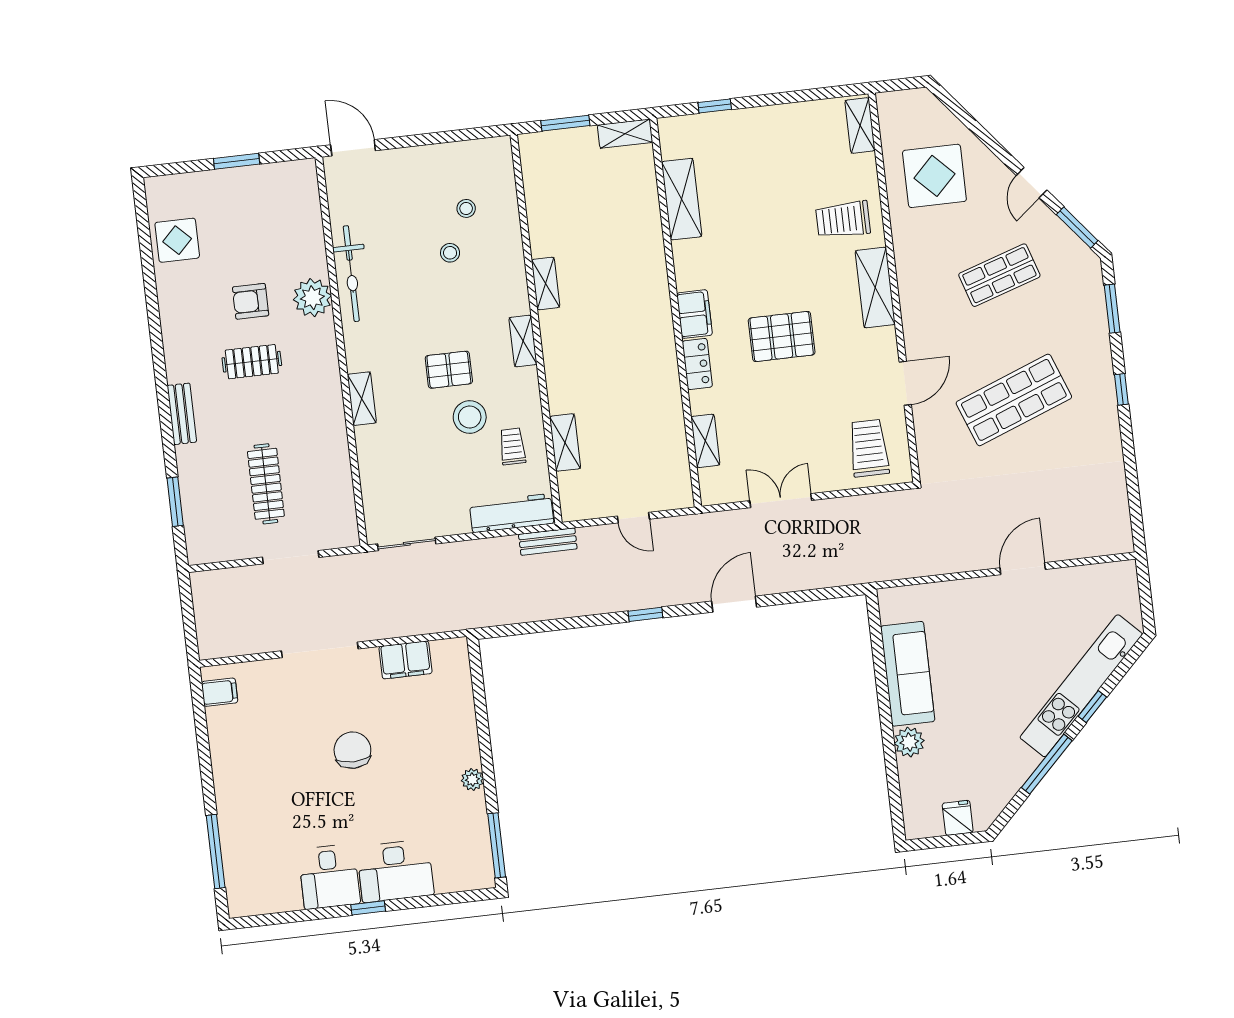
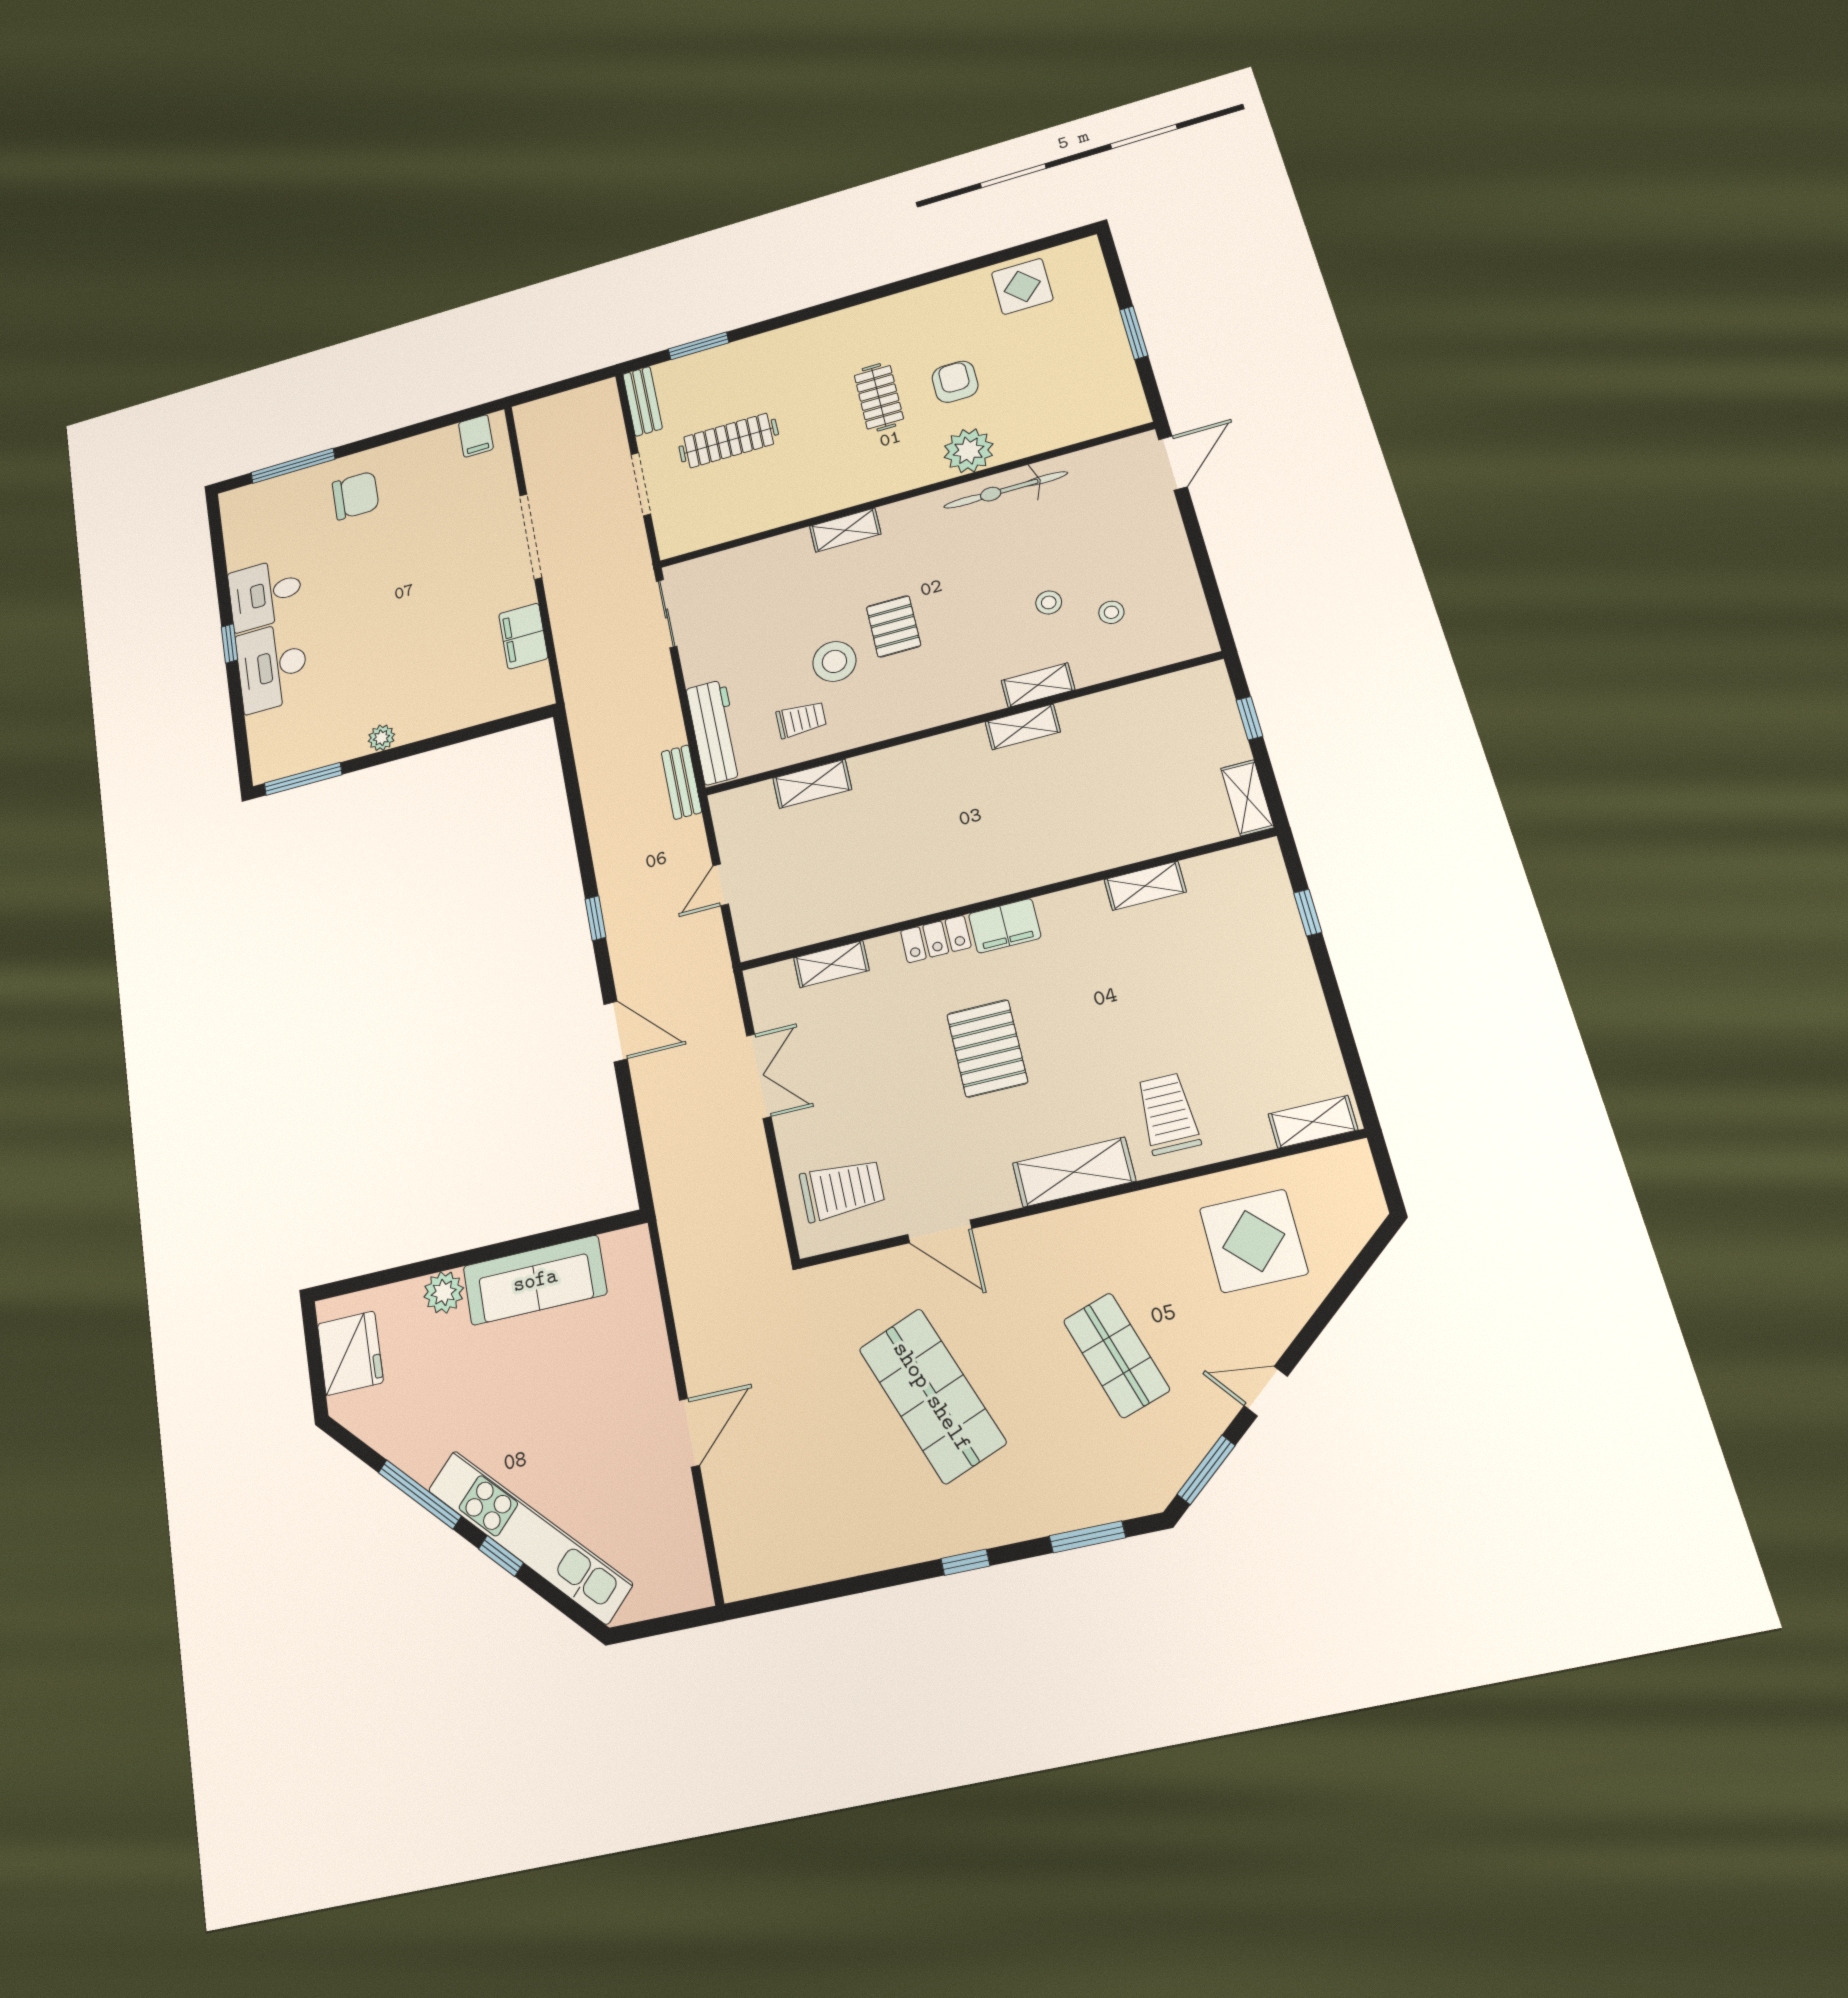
window: (565, 123) -> (1249, 718), width x0.67
shelving: (682, 199) -> (1145, 886), width x0.67, depth x0.75
shelving: (523, 341) -> (1038, 685), moved
bench: (182, 414) -> (642, 401), moved, turned 90
door: (1023, 569) -> (689, 1433), hinge flipped
chair: (352, 750) -> (356, 495), moved
fridge: (958, 818) -> (350, 1353), width x1.88, depth x1.34

